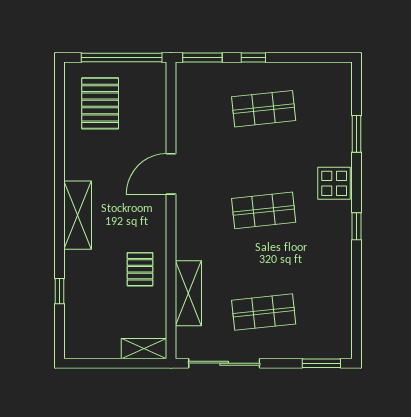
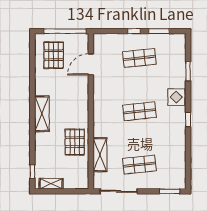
window: (202, 58) -> (159, 31), moved
door: (171, 174) -> (91, 64), moved
pallet: (140, 269) -> (75, 142), width x1.50, depth x1.42
window: (60, 291) -> (32, 172), moved
shelving: (144, 349) -> (51, 184), moved

